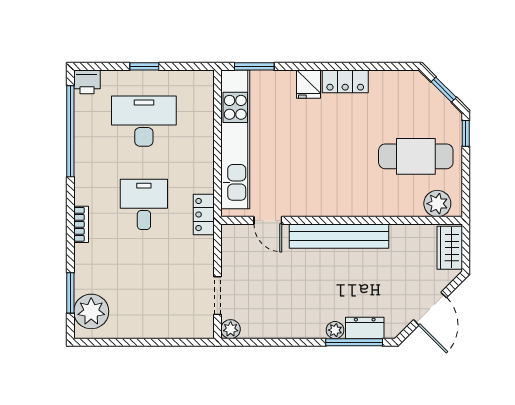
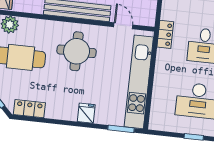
locker: (345, 81) -> (29, 109), moved
round table: (333, 175) -> (77, 51), added

